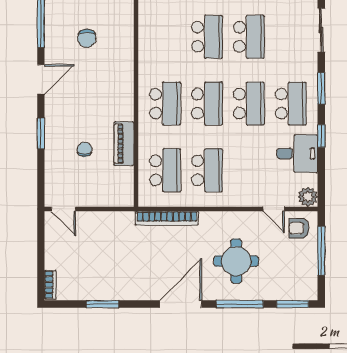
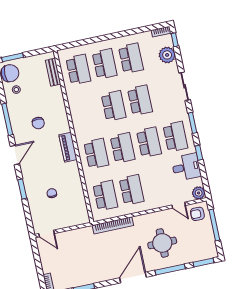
piano: (124, 144) -> (68, 147), moved

